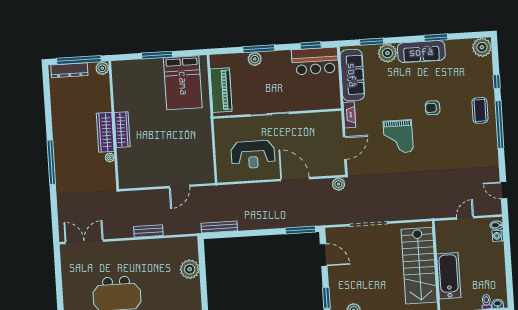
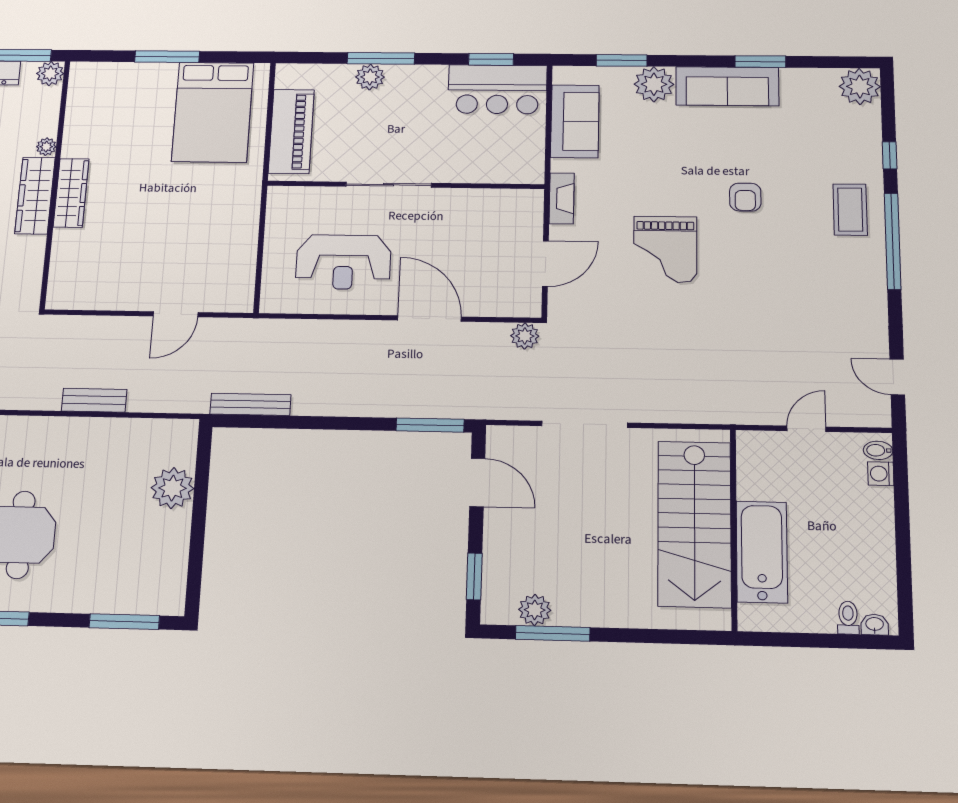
sofa: (352, 75) -> (575, 121), width x0.73
armchair: (433, 108) -> (745, 197), turned -90
plant: (110, 157) -> (46, 147), moved

